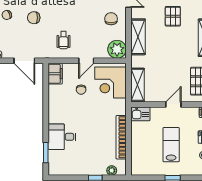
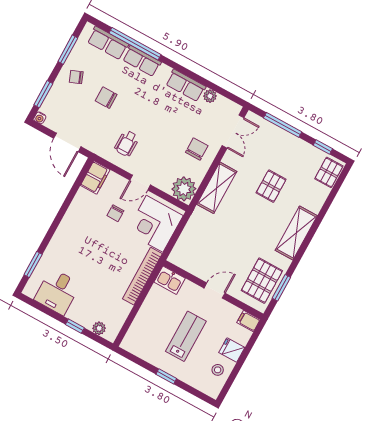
shelving: (138, 85) -> (185, 244), removed
desk: (62, 137) -> (57, 292), moved, turned -90
bookcase: (121, 137) -> (142, 276), moved

